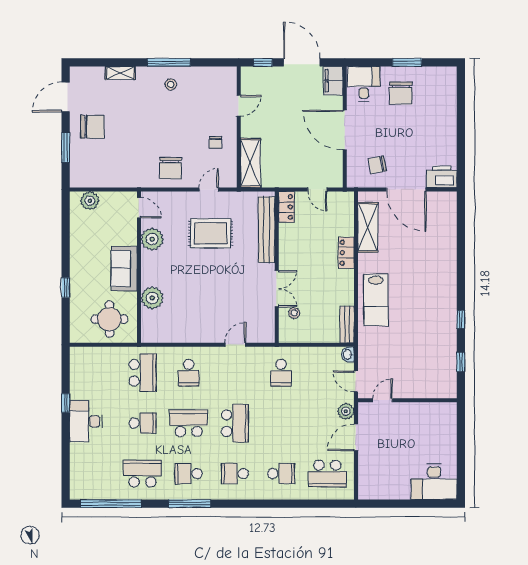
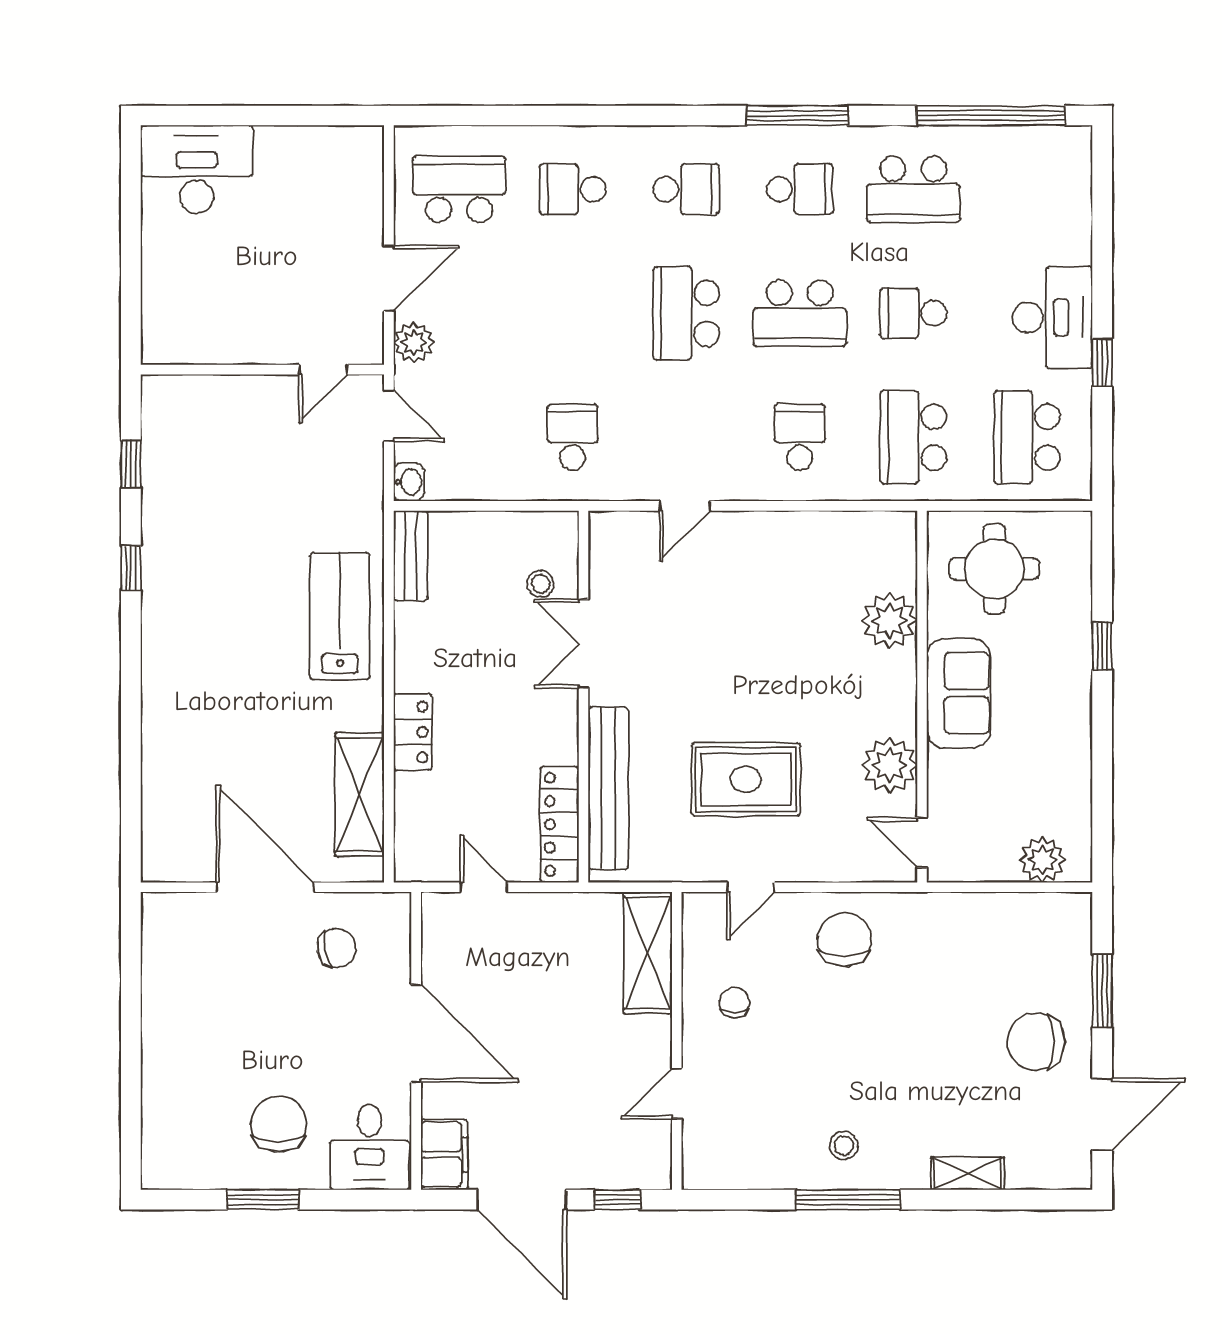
printer: (442, 177) -> (178, 919), removed
locker: (286, 207) -> (560, 824), width x1.53
school desk: (96, 373) -> (1027, 437), added

